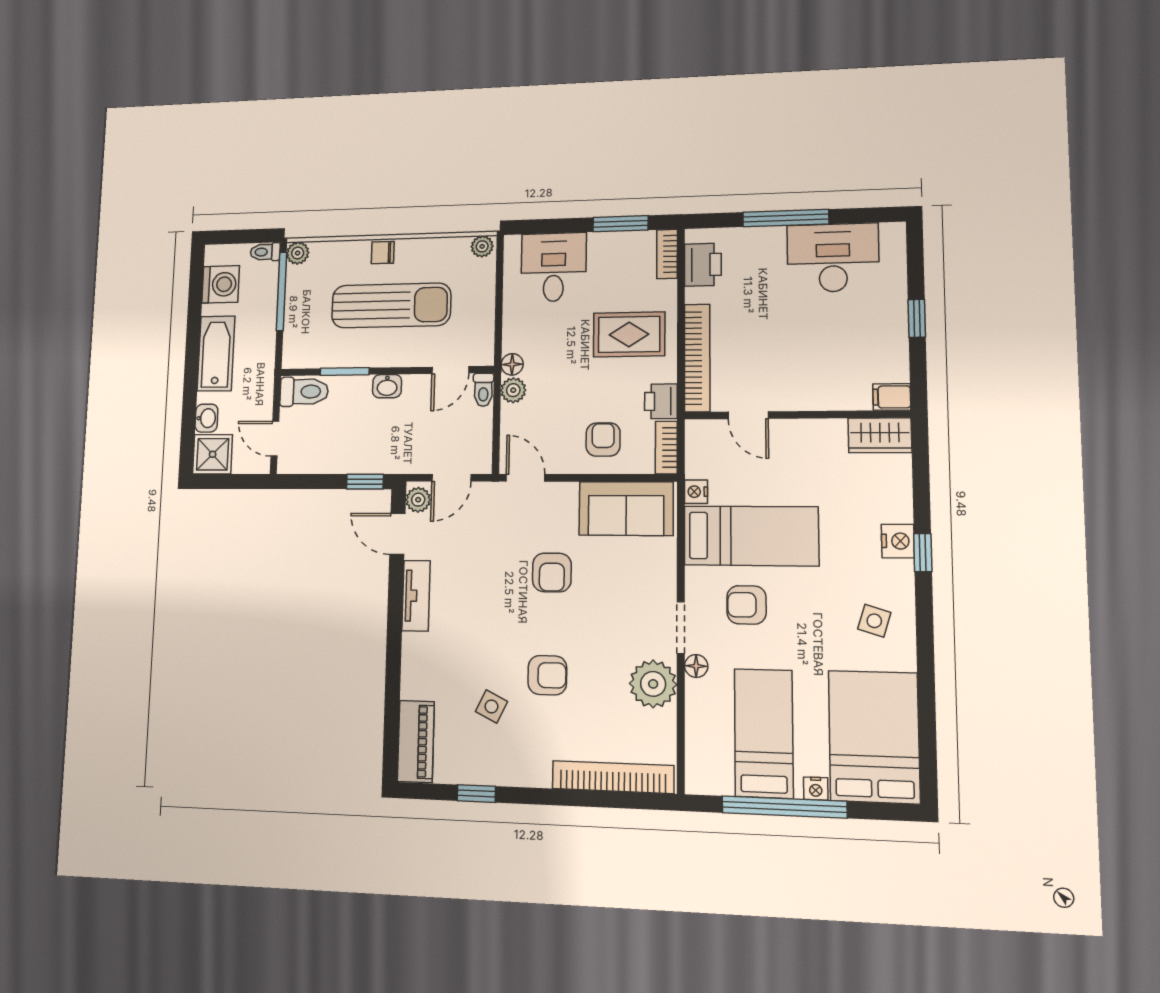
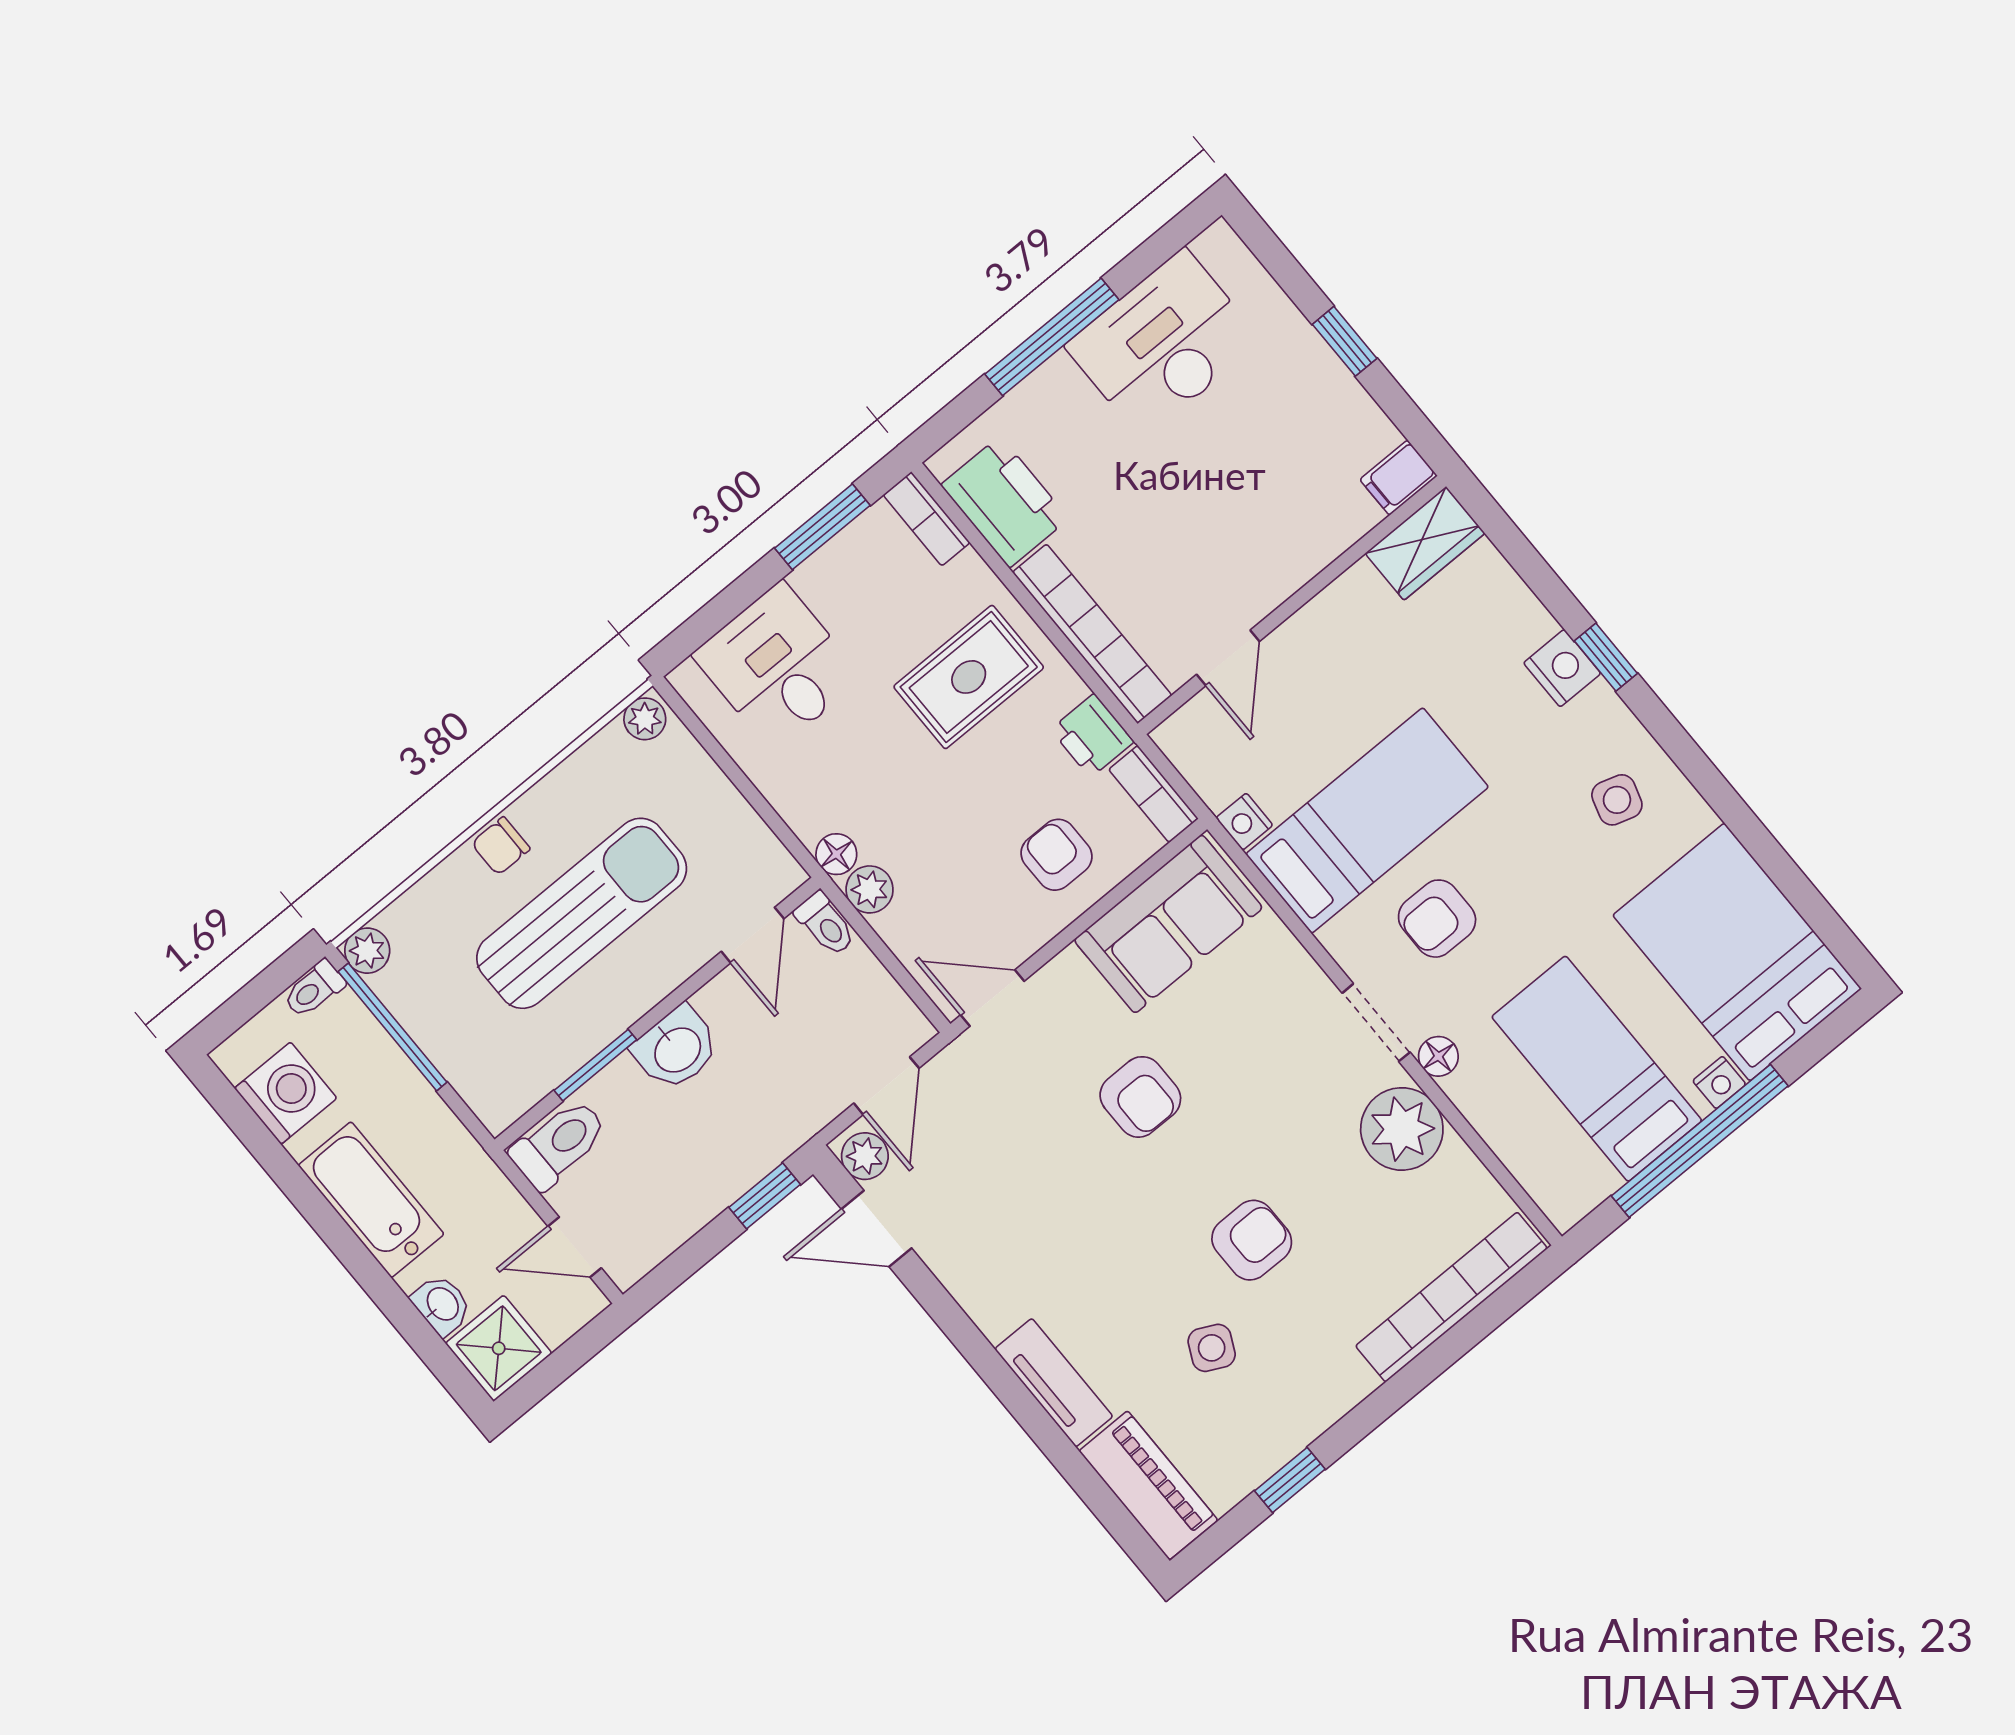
printer: (703, 265) -> (1005, 502), width x1.37, depth x1.19
washbasin: (387, 386) -> (676, 1049), width x1.38, depth x1.45
door: (748, 415) -> (1228, 658), hinge flipped
tv unit: (416, 596) -> (1054, 1383), moved

